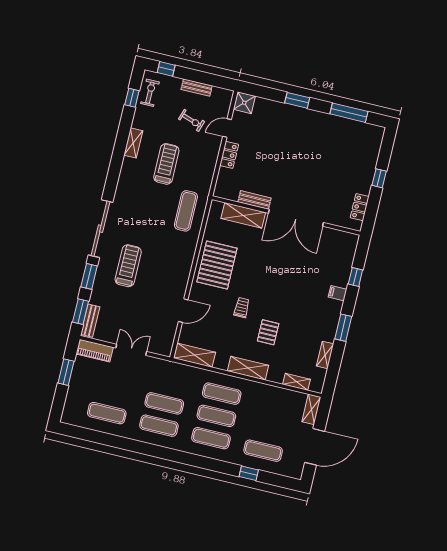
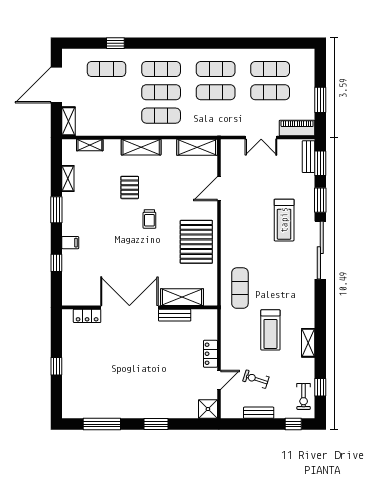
locker: (360, 207) -> (87, 316), moved, turned 90
trolley: (242, 308) -> (149, 219), moved
exercise mat: (112, 391) -> (270, 92), added

